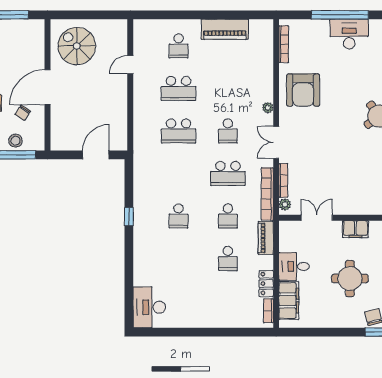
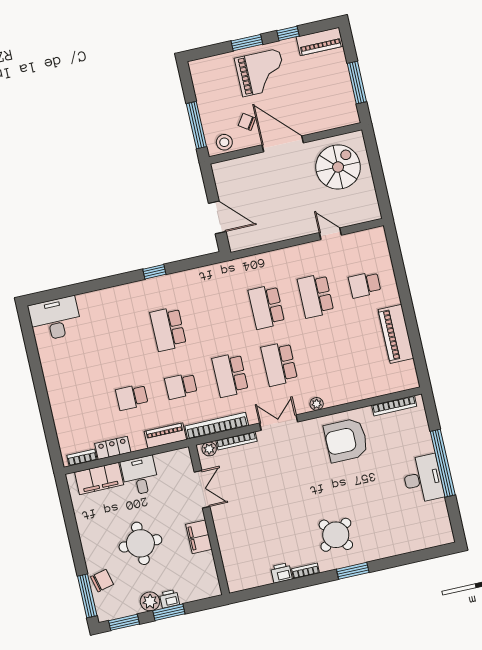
school desk: (228, 131) -> (279, 364), width x1.85
stool: (15, 141) -> (224, 142), moved
school desk: (179, 216) -> (168, 329), width x1.85

